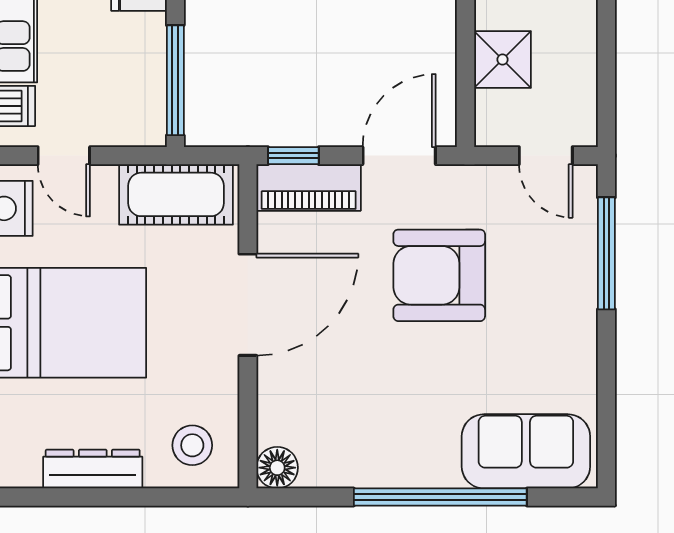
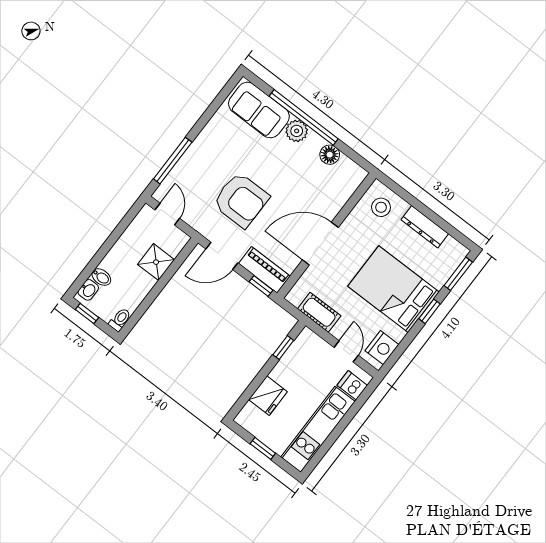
window: (175, 80) -> (283, 348), width x0.46
cot: (176, 194) -> (319, 312), width x0.73, depth x0.75
plant: (435, 465) -> (297, 131), added
floor lamp: (277, 468) -> (330, 155), moved

